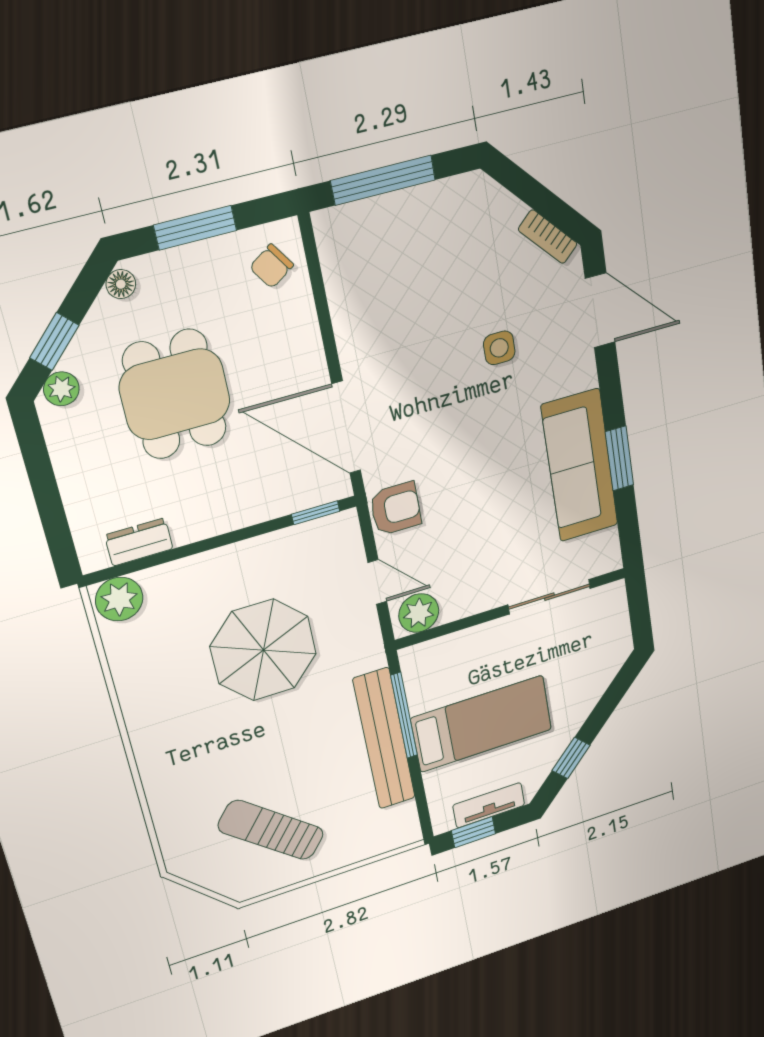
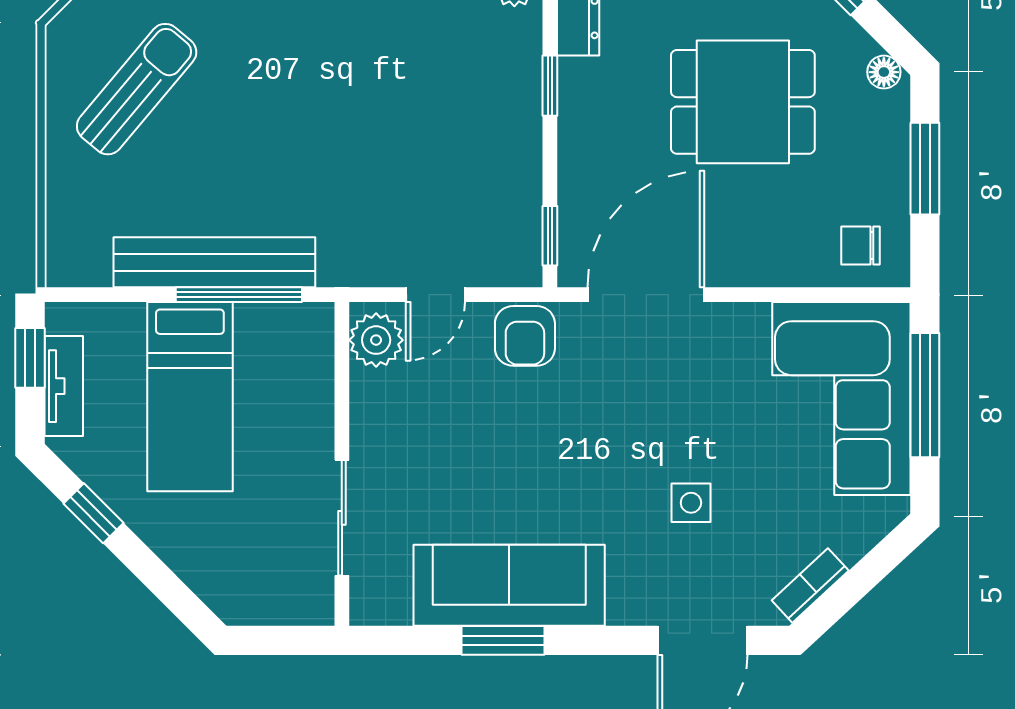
corner sofa: (398, 250) -> (841, 398), added
chair: (272, 266) -> (860, 245), turned -56
window: (198, 547) -> (550, 86), added
parasol: (263, 650) -> (391, 134), removed

